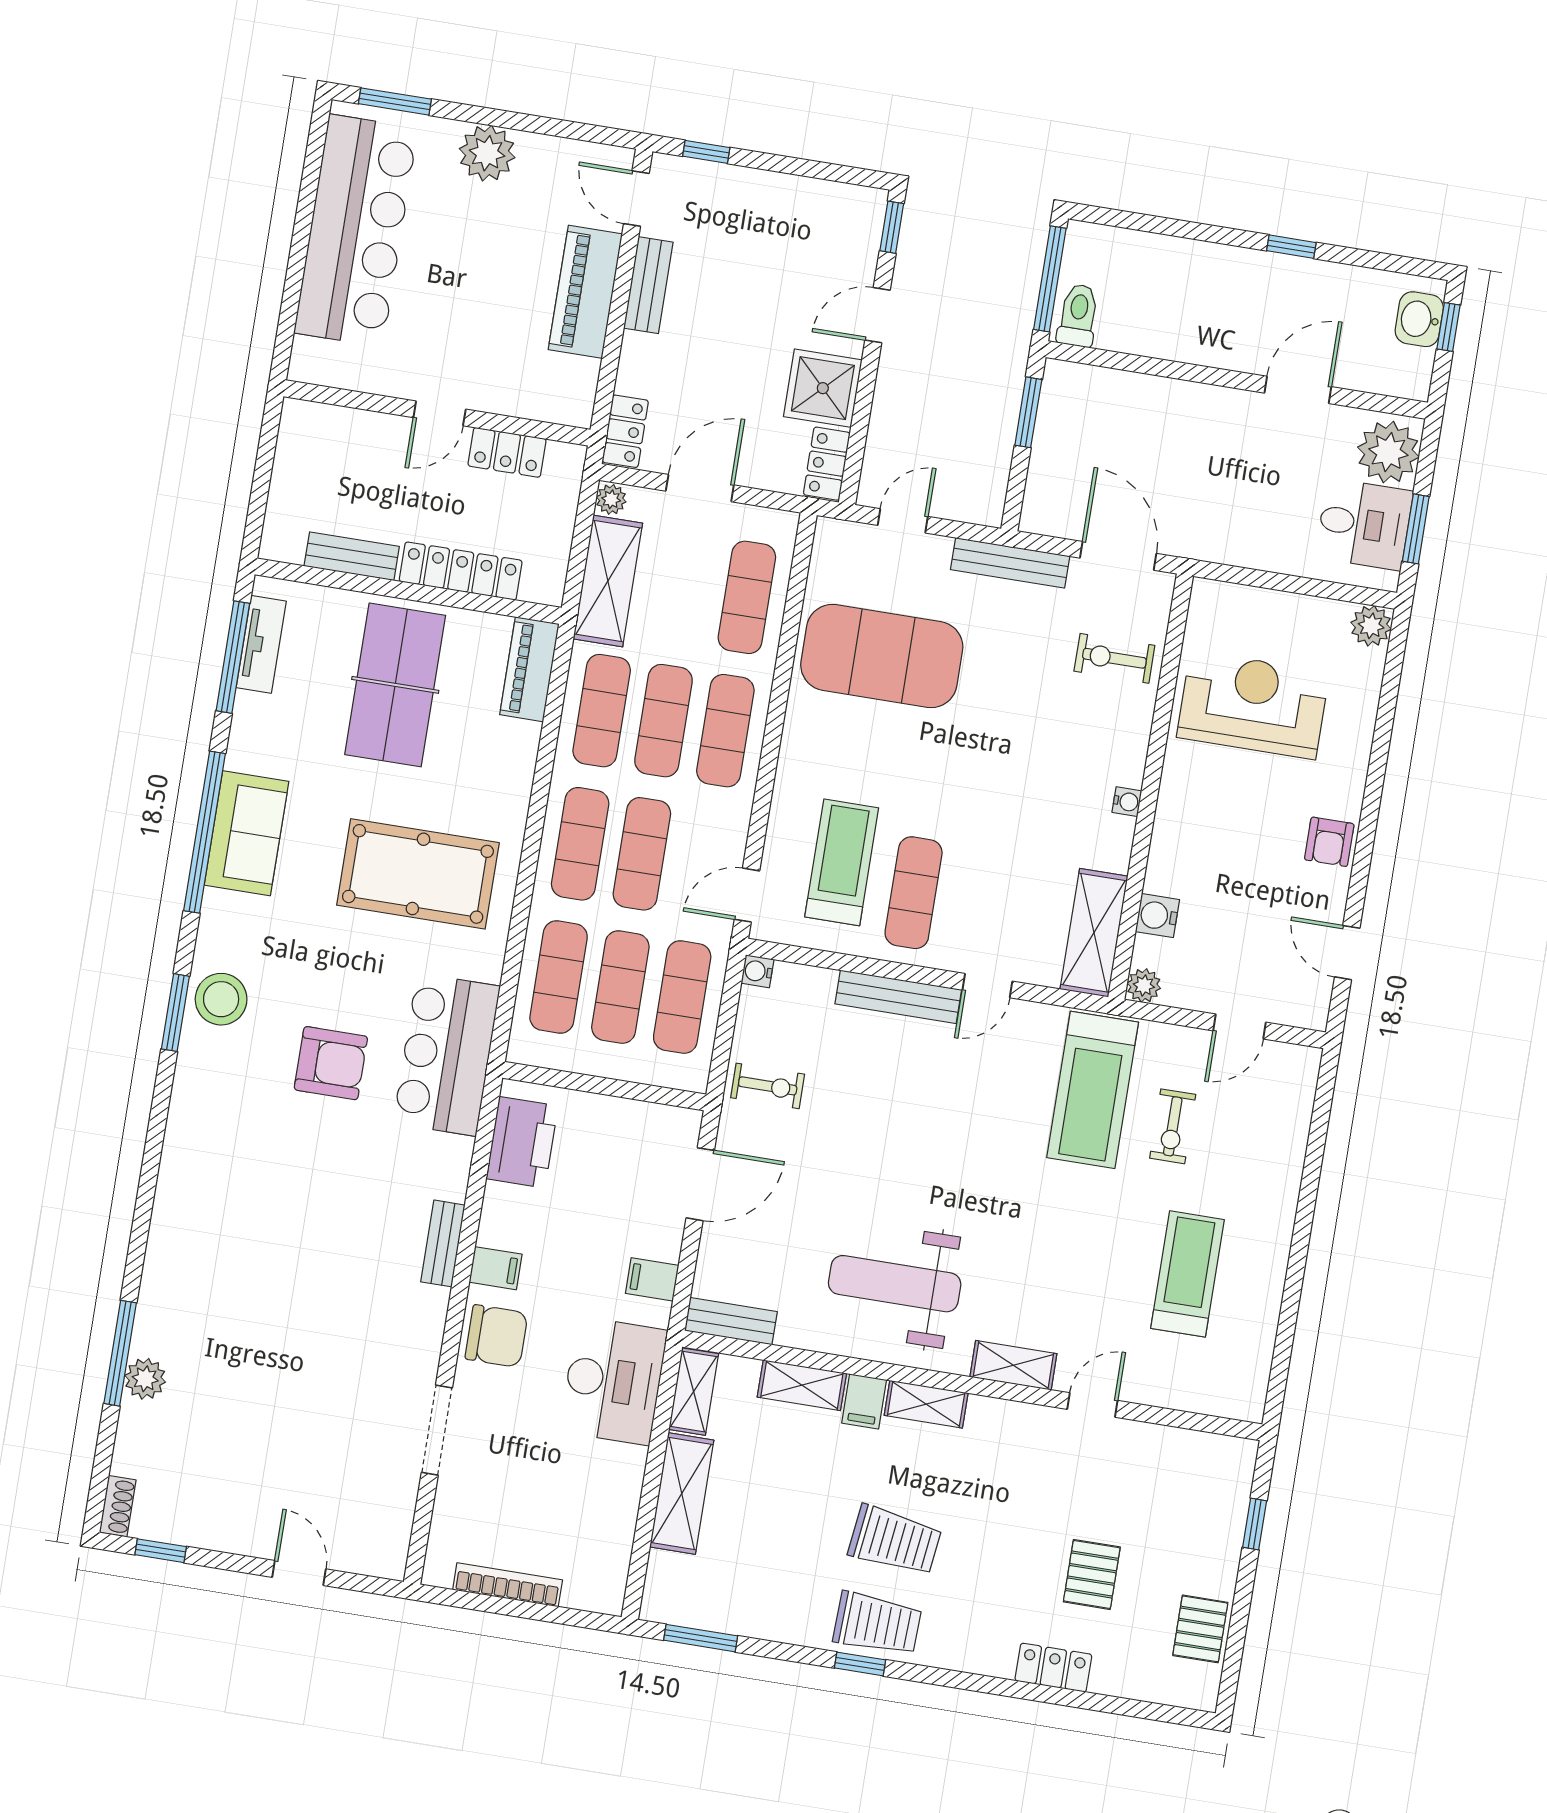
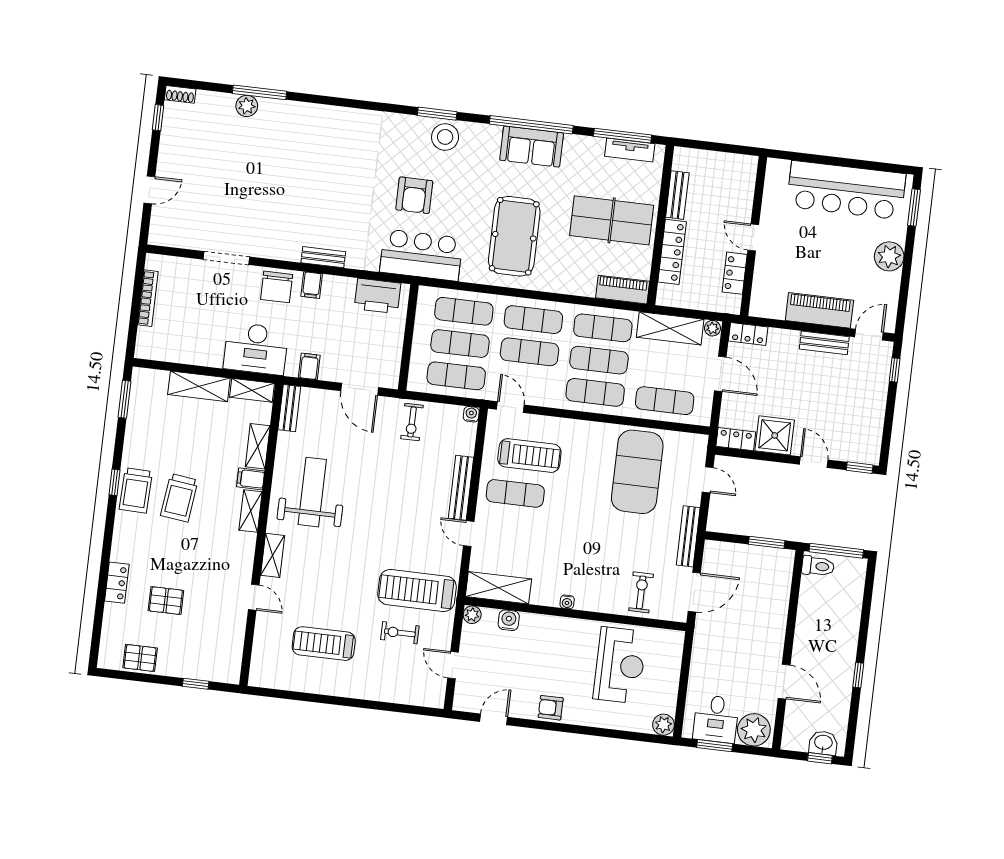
treadmill: (1187, 1274) -> (324, 644), turned 180

